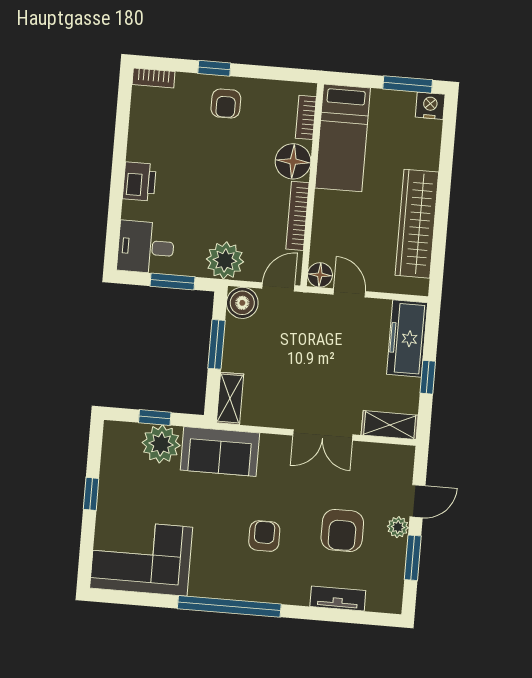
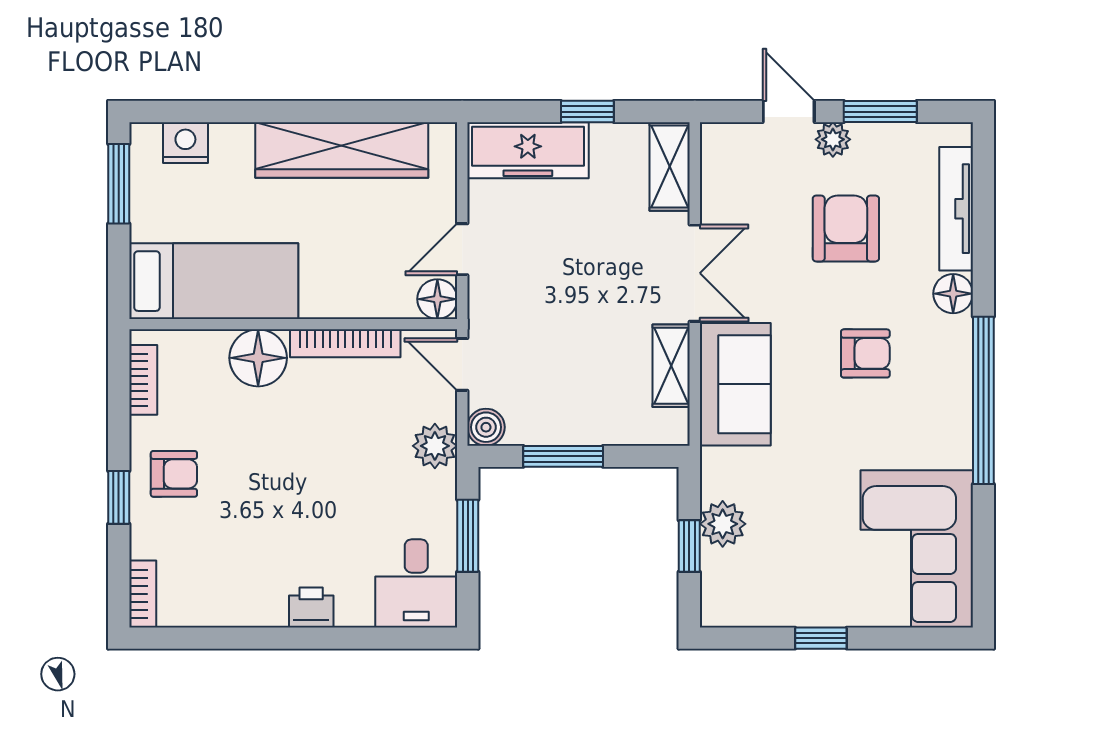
nightstand: (430, 106) -> (185, 143), moved, turned 90
bookcase: (306, 117) -> (143, 380), moved, turned -90
printer: (139, 181) -> (311, 607), width x0.73, depth x0.81
plant: (225, 260) -> (435, 446), width x0.73, depth x0.73
boiler: (242, 303) -> (486, 427), width x0.73, depth x0.73
shelving: (230, 398) -> (671, 366), moved, turned 90
plant: (161, 444) -> (723, 524), width x0.73, depth x0.73
sofa: (220, 452) -> (735, 384), moved
armchair: (342, 530) -> (846, 229), turned -90
armchair: (264, 536) -> (865, 353), turned 180
floor lamp: (297, 593) -> (953, 294), added
tv unit: (338, 599) -> (956, 209), width x1.41

